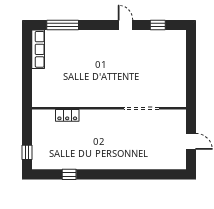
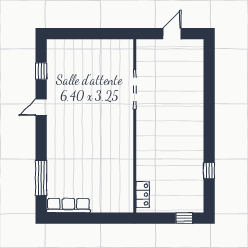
locker: (67, 115) -> (143, 195), moved

